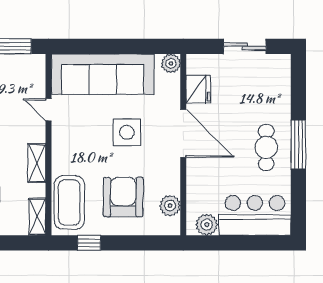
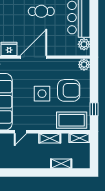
side table: (127, 132) -> (42, 94), moved
armchair: (123, 197) -> (69, 90), turned 180
plant: (170, 206) -> (84, 65), moved

